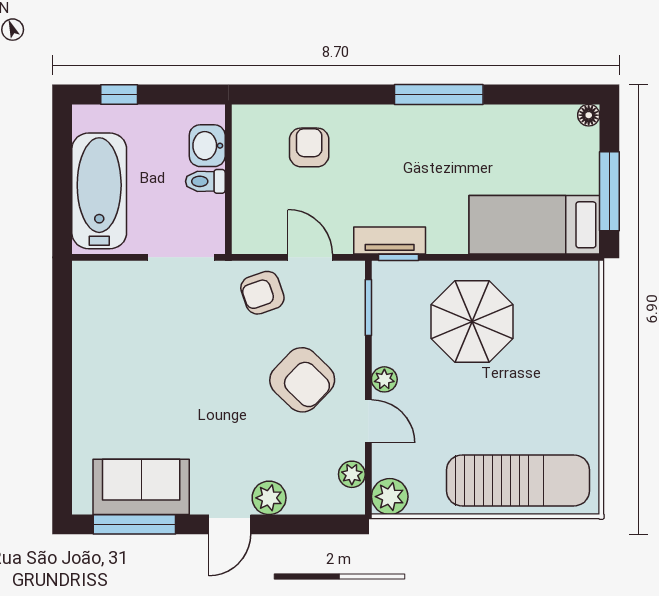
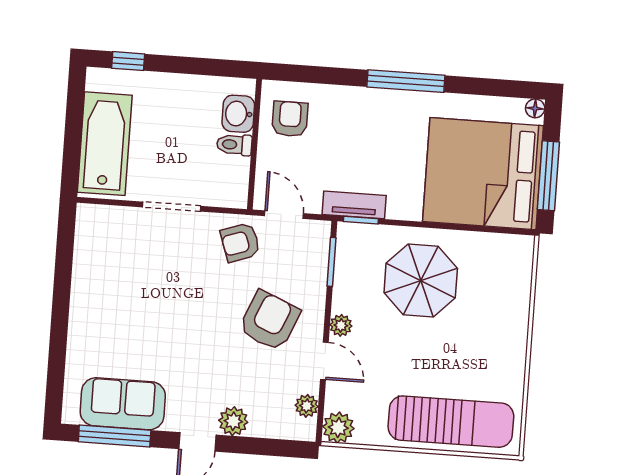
washbasin: (207, 146) -> (238, 114), moved
wall: (228, 179) -> (254, 144), moved
toilet: (205, 181) -> (234, 145), moved
bed: (534, 225) -> (483, 174), width x2.04
armchair: (302, 380) -> (269, 321), turned -111

